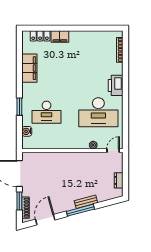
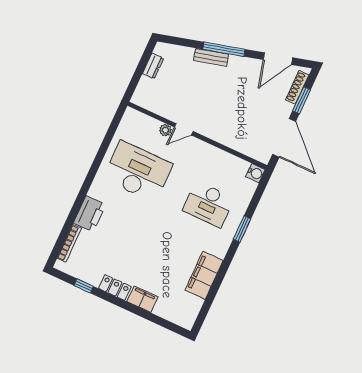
window: (99, 28) -> (84, 286), added
locker: (40, 36) -> (115, 288), moved
printer: (116, 85) -> (90, 214), moved
desk: (46, 112) -> (208, 204), turned 180
water cooler: (27, 131) -> (255, 173), moved
door: (113, 151) -> (184, 129), moved

